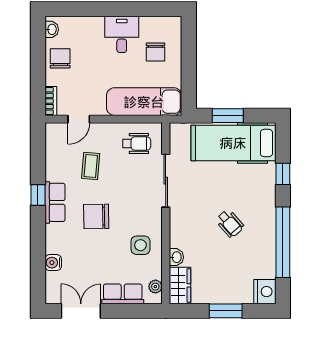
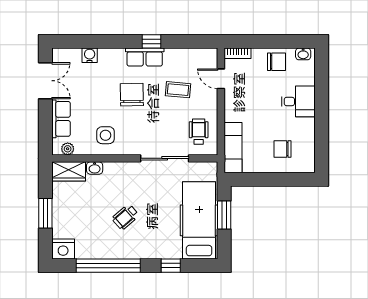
desk: (122, 34) -> (298, 101), moved
exam couch: (144, 102) -> (233, 148), width x0.73, depth x0.69
wheelchair: (137, 143) -> (199, 132), turned 180

